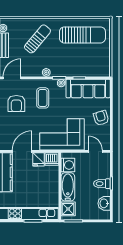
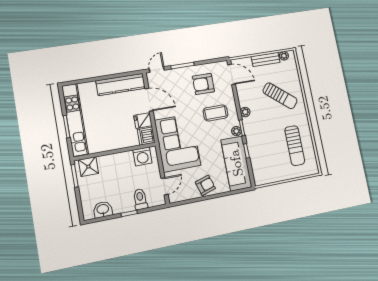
sun lounger: (82, 35) -> (295, 146), width x0.73, depth x0.75
toilet: (102, 184) -> (140, 199), moved
bathtub: (68, 187) -> (116, 161), removed

